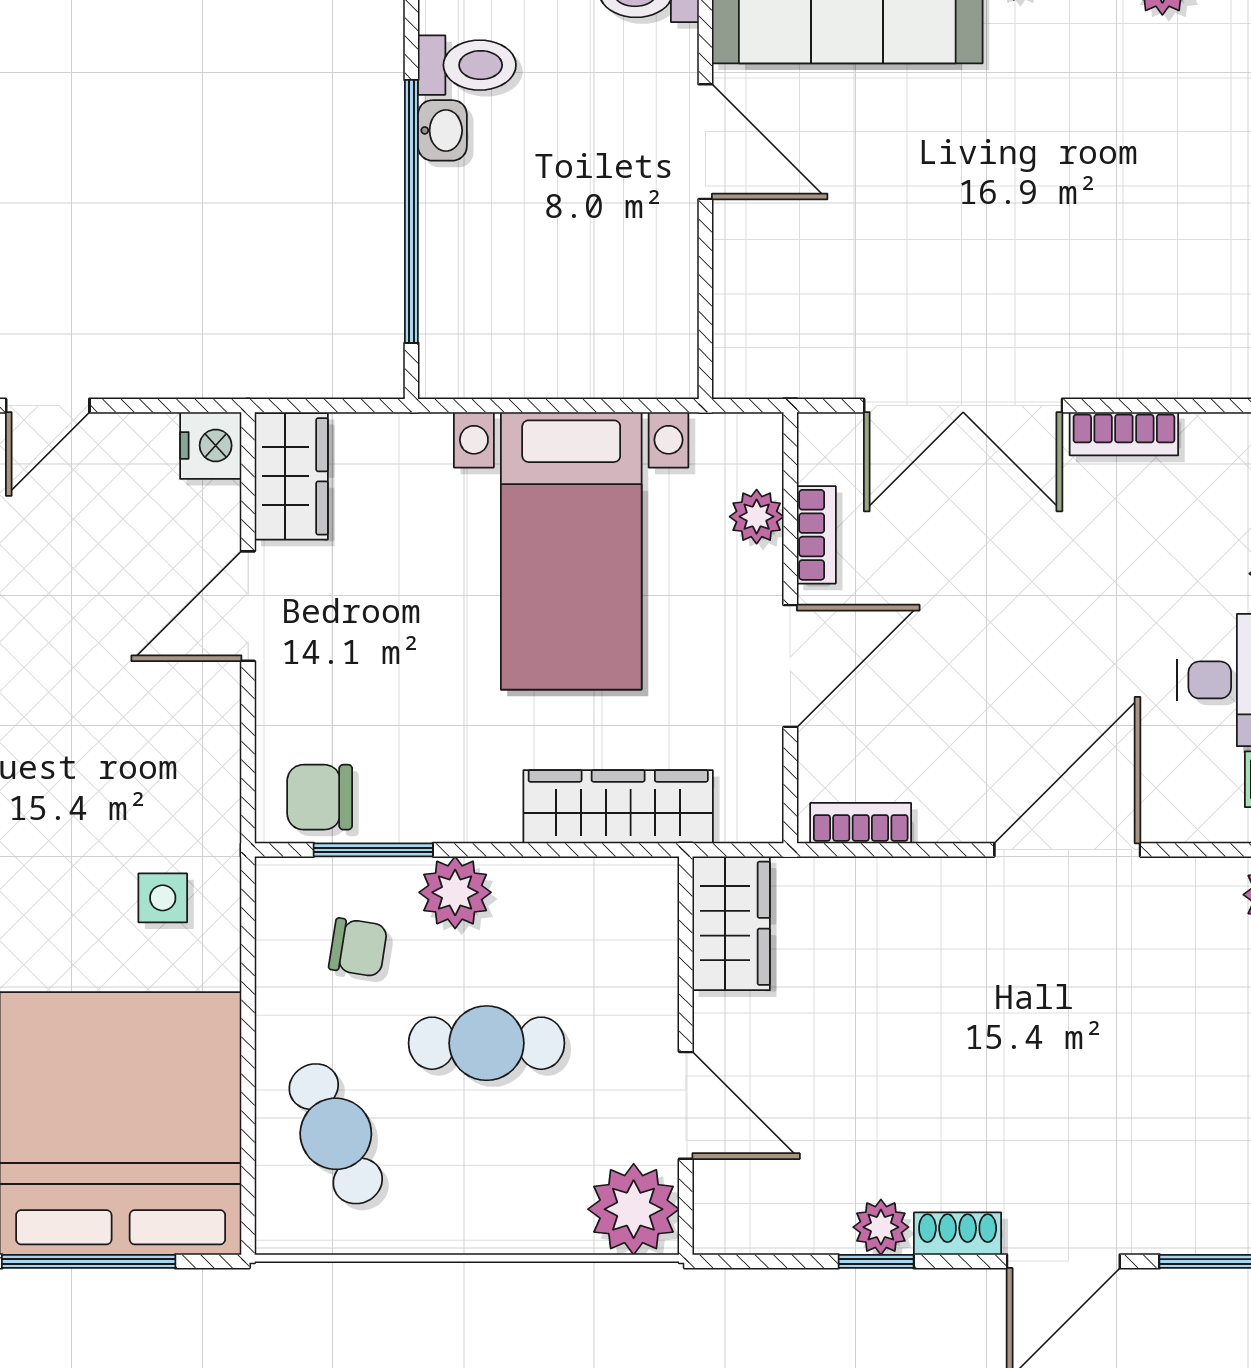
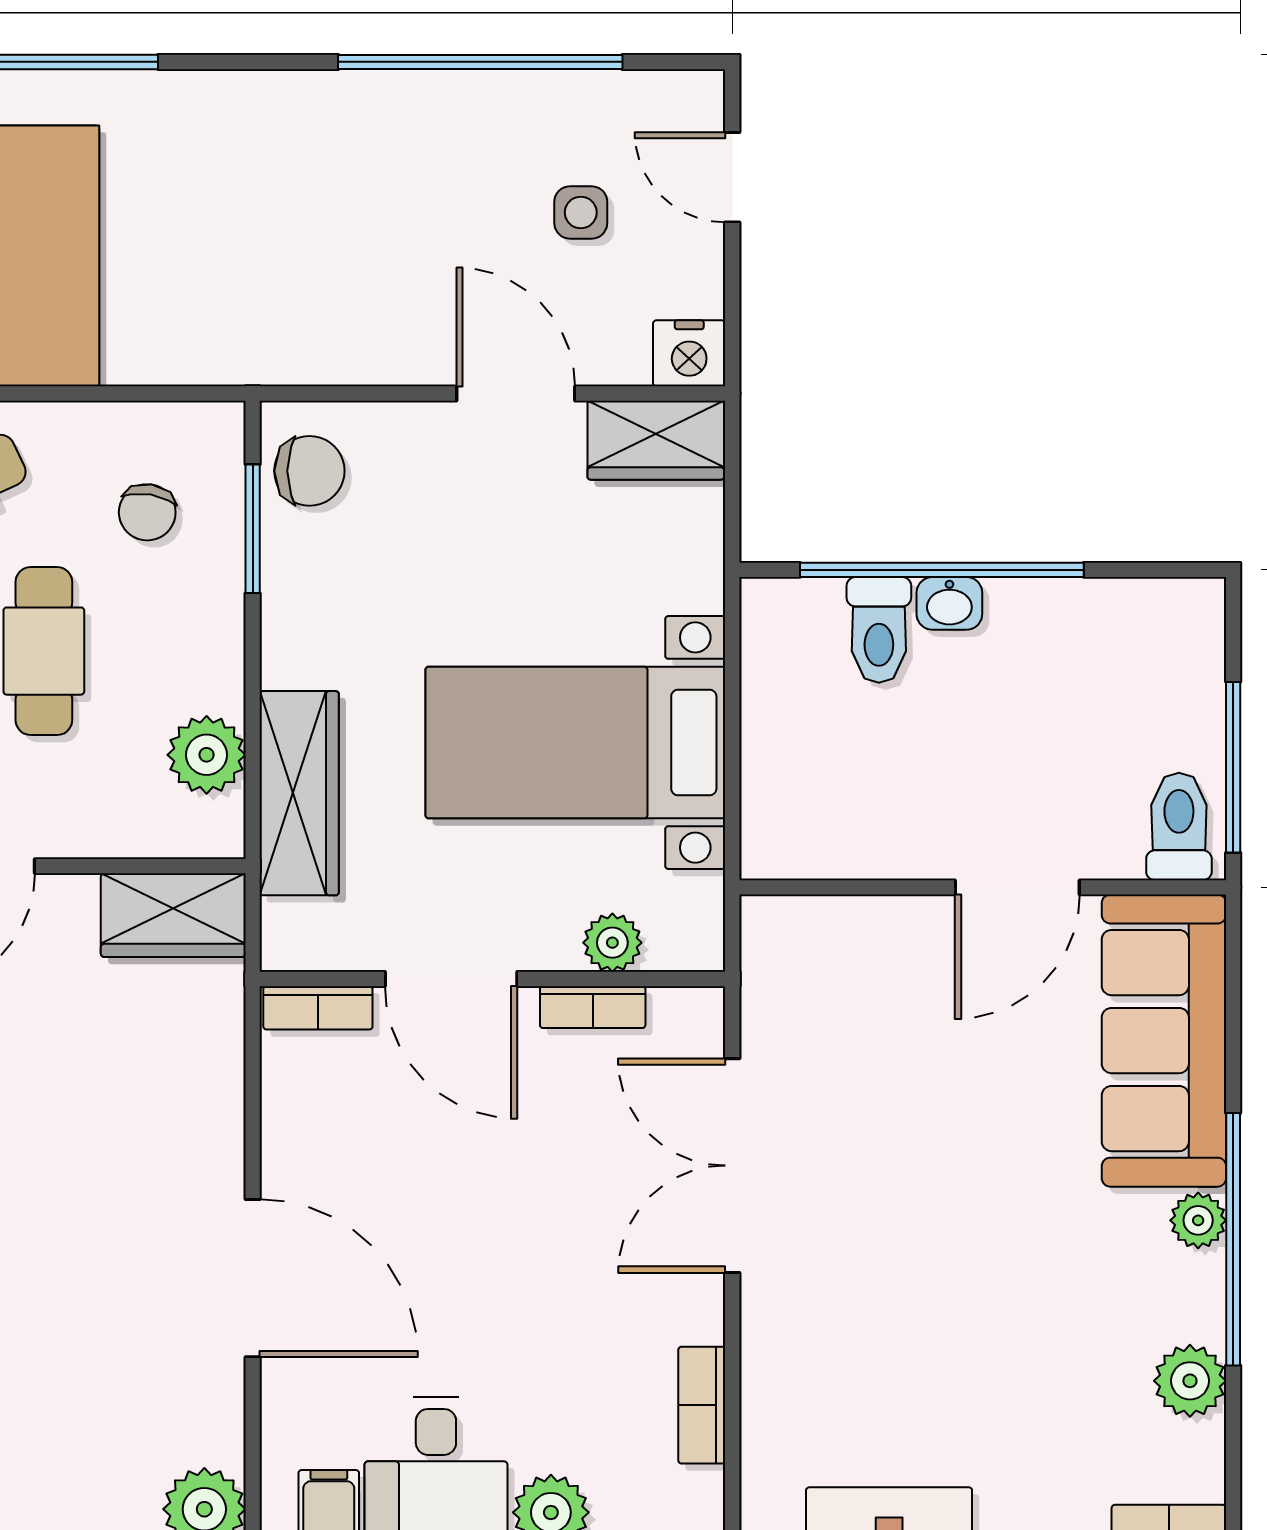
toilet: (467, 65) -> (879, 630), moved
washbasin: (442, 130) -> (949, 603), moved
bookcase: (1124, 434) -> (702, 1405), moved
chair: (320, 797) -> (309, 471), turned 90
bookcase: (861, 823) -> (318, 1008), moved, turned 90
plant: (455, 892) -> (207, 755), moved
side table: (163, 898) -> (581, 212), moved

